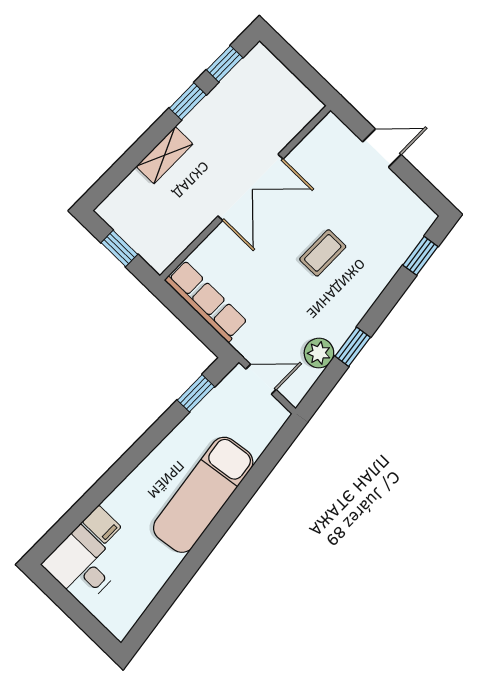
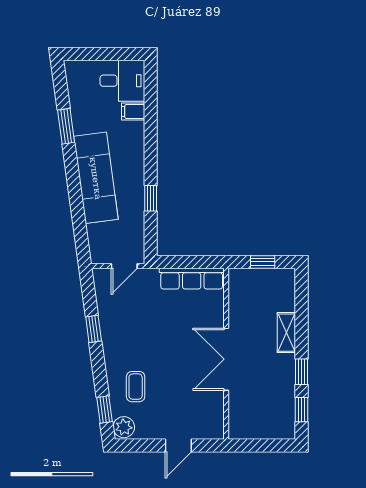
coffee table: (323, 253) -> (136, 387), moved
plant: (319, 353) -> (124, 427), moved
window: (196, 393) -> (151, 198), moved
window: (183, 575) -> (66, 126), added

